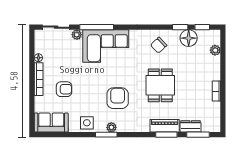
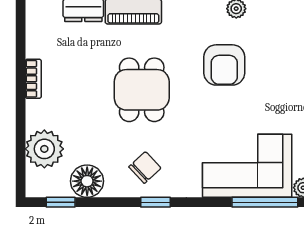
window: (180, 27) -> (156, 202), moved
plant: (215, 50) -> (44, 149), width x1.87, depth x1.87
side table: (87, 123) -> (284, 17), removed

